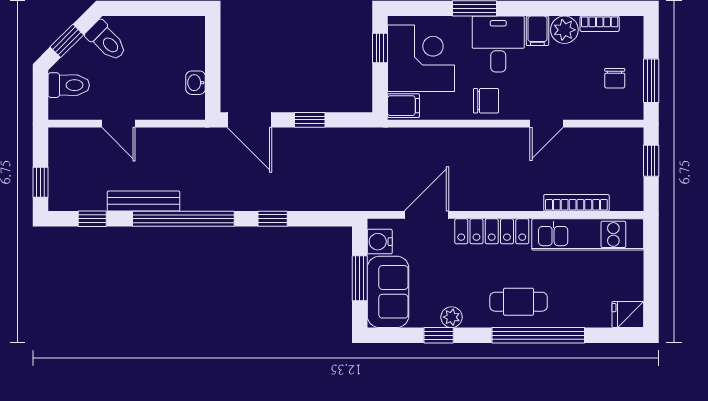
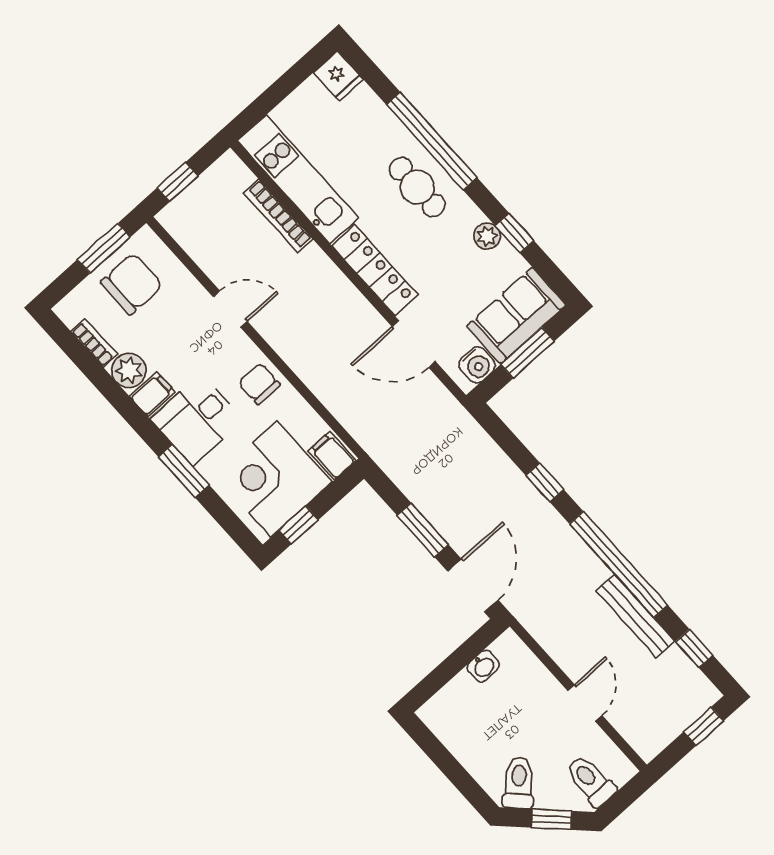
chair: (615, 78) -> (132, 284), width x1.87, depth x1.87
window: (310, 120) -> (423, 530), width x1.50

